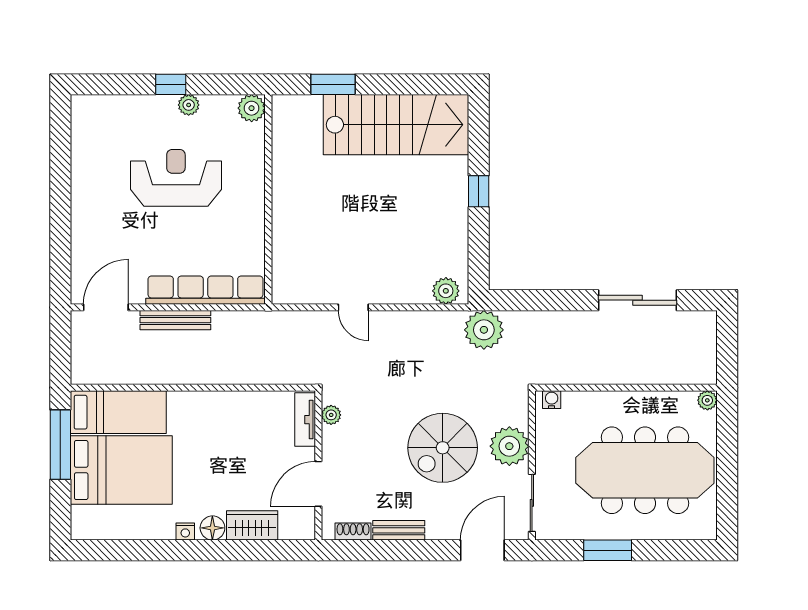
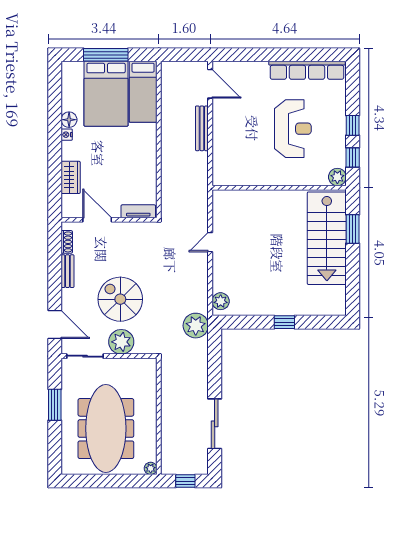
window: (221, 84) -> (353, 157), added
plant: (189, 105) -> (339, 137), removed
stairs: (396, 125) -> (327, 238), moved
row of seats: (206, 290) -> (307, 70), moved, turned 90
window: (727, 346) -> (185, 481), added
water cooler: (552, 400) -> (151, 369), removed
plant: (331, 415) -> (141, 228), removed
window: (60, 445) -> (106, 55), moved
floor lamp: (212, 528) -> (69, 120), moved

